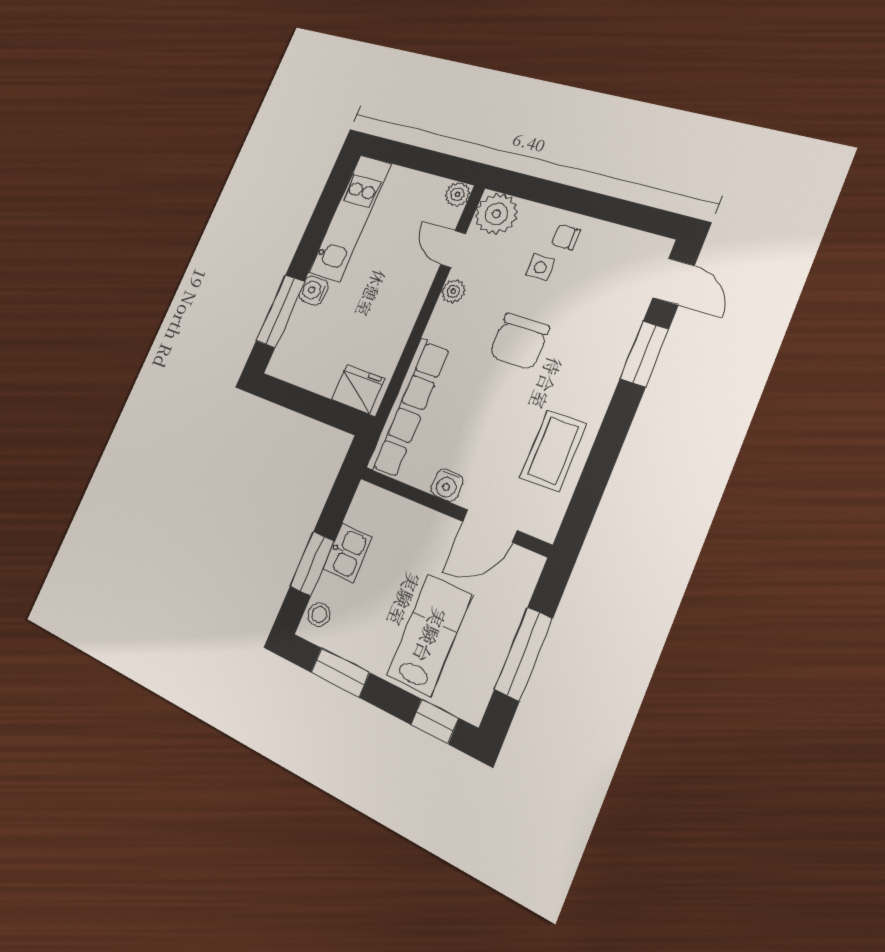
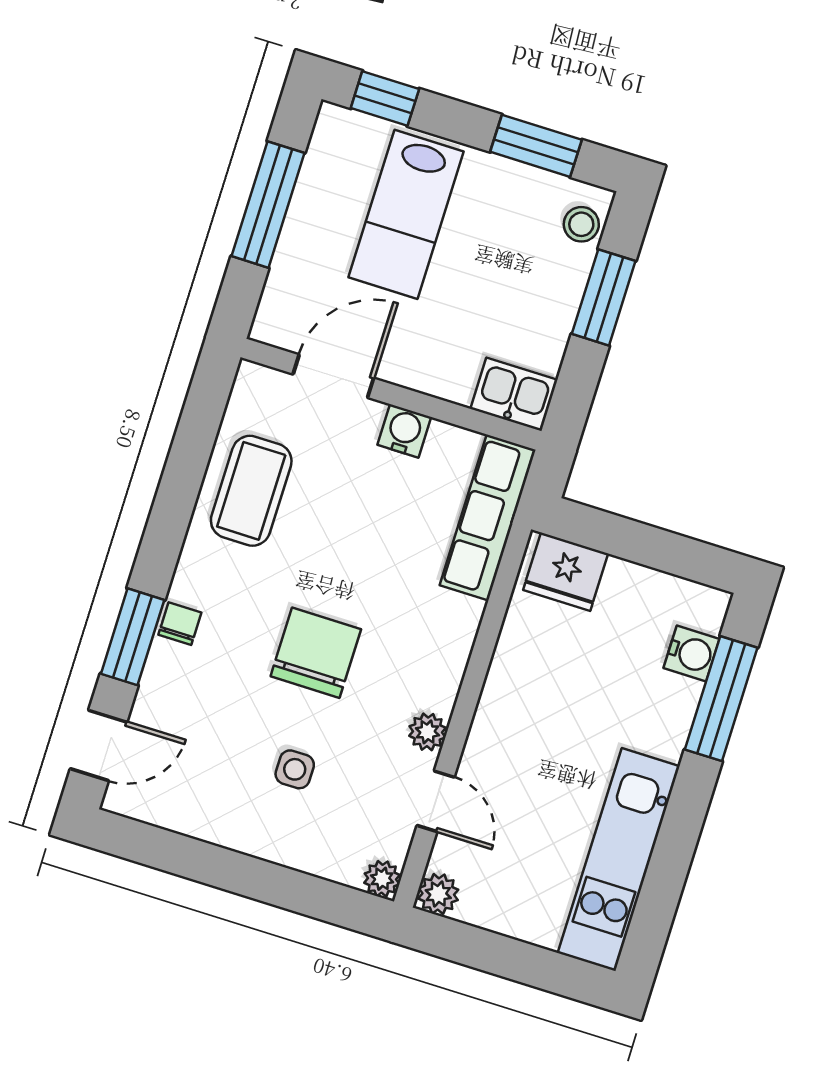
plant: (496, 214) -> (382, 879), width x0.53, depth x0.53
chair: (566, 237) -> (180, 624), moved, turned -90
door: (674, 282) -> (99, 745), swing flipped
water cooler: (314, 291) -> (692, 653), moved
row of seats: (408, 408) -> (488, 517), width x0.73
kitchen sink: (347, 553) -> (514, 394), moved, turned 90

